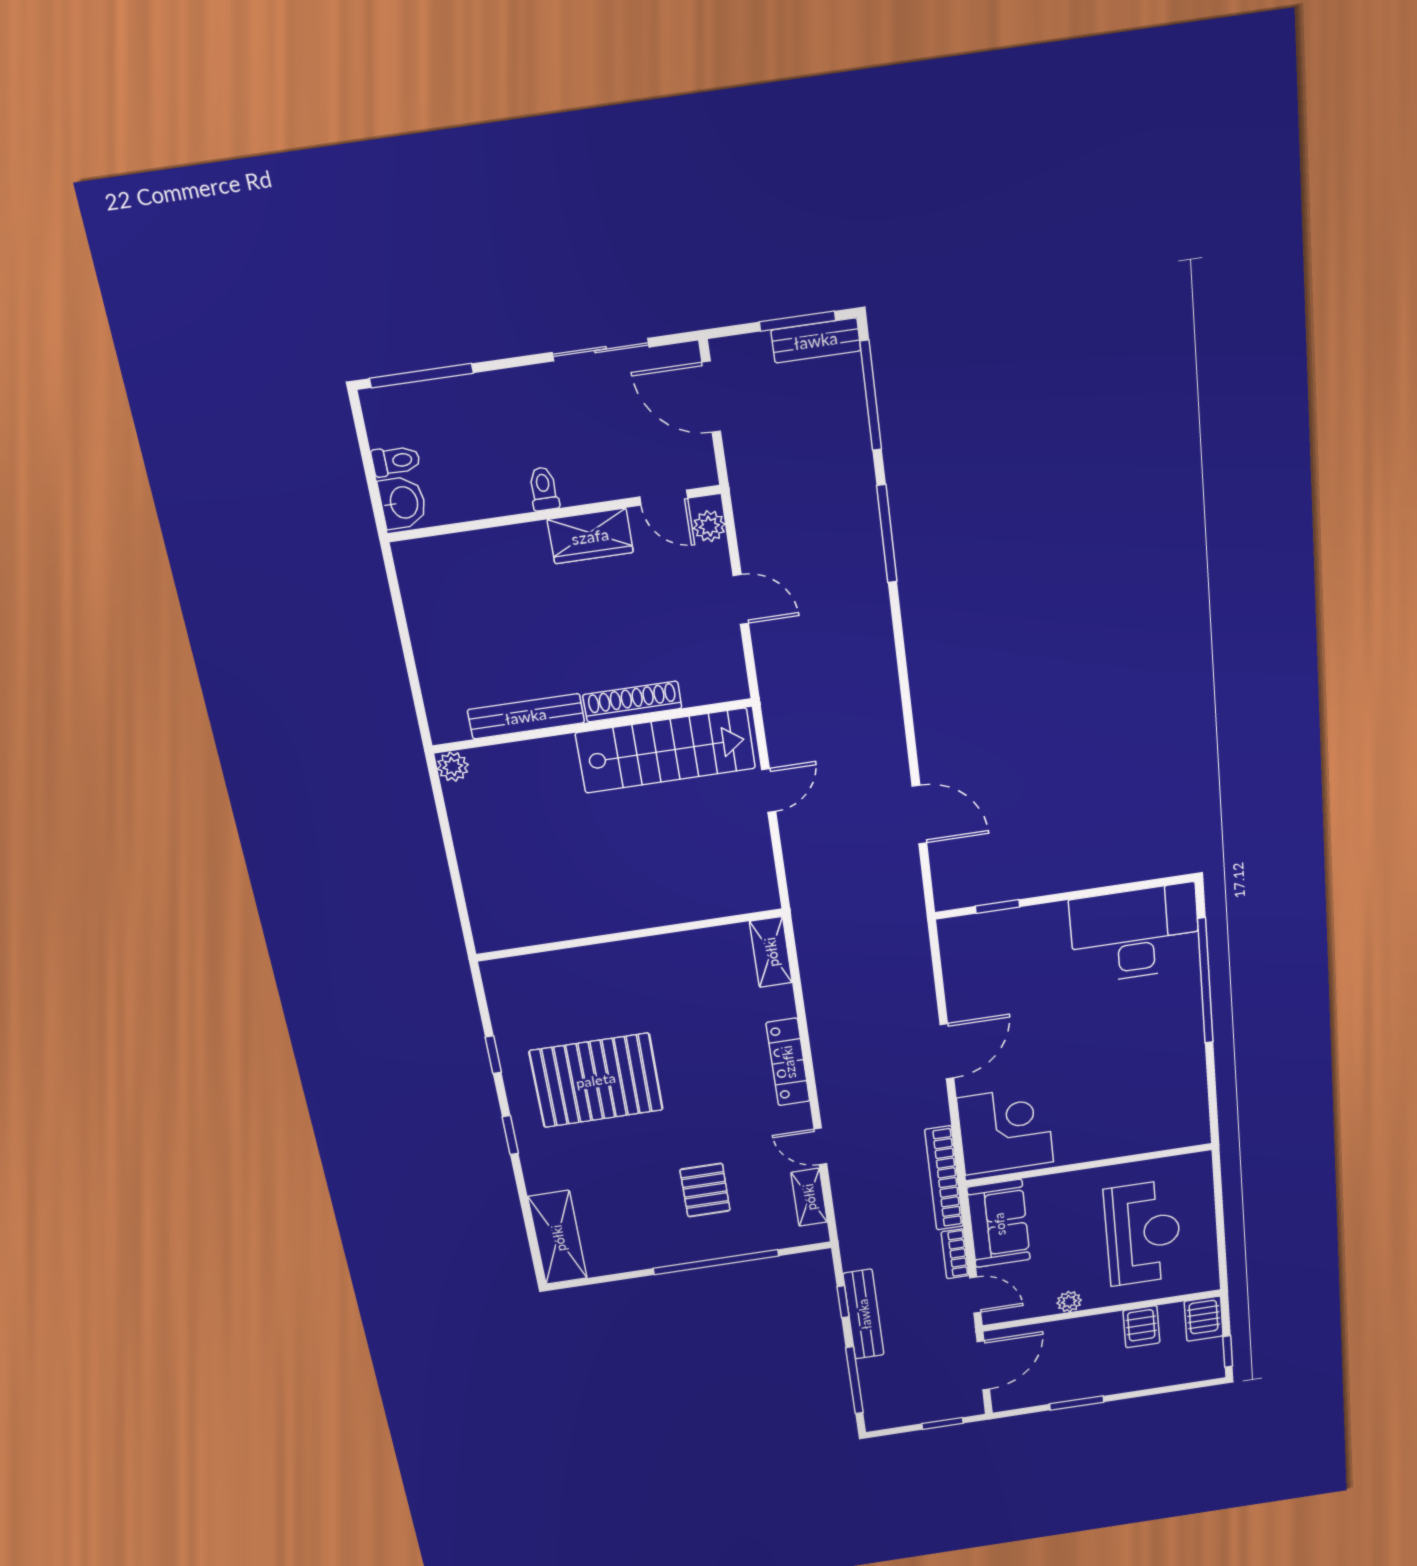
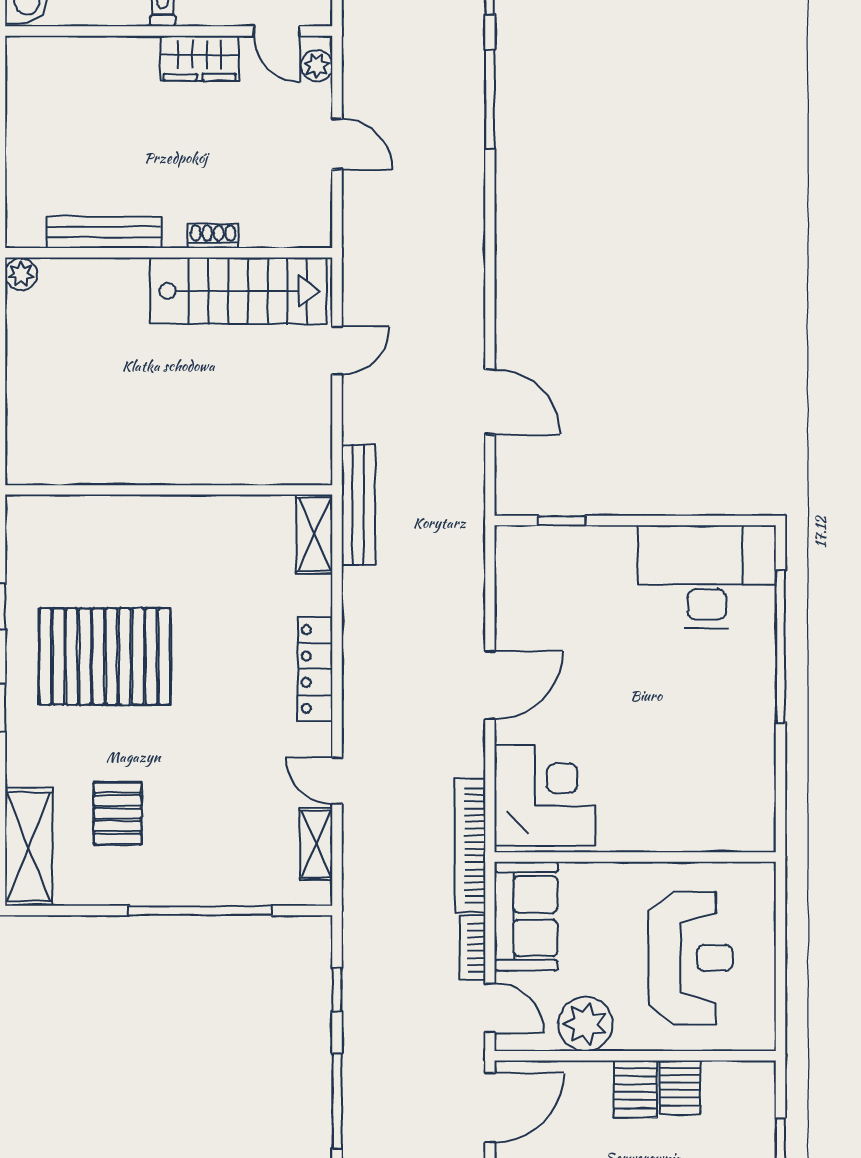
shoe rack: (632, 702) -> (213, 236), width x0.51, depth x0.81
pallet: (705, 1190) -> (118, 813), moved
plant: (1069, 1302) -> (585, 1024), width x1.88, depth x1.88
bench: (864, 1314) -> (358, 505), moved
server rack: (1204, 1319) -> (635, 1089), moved

